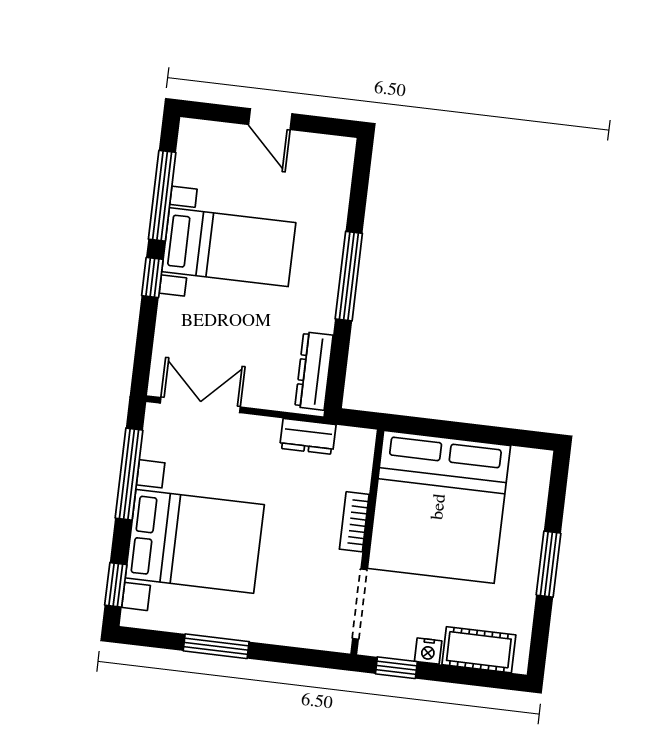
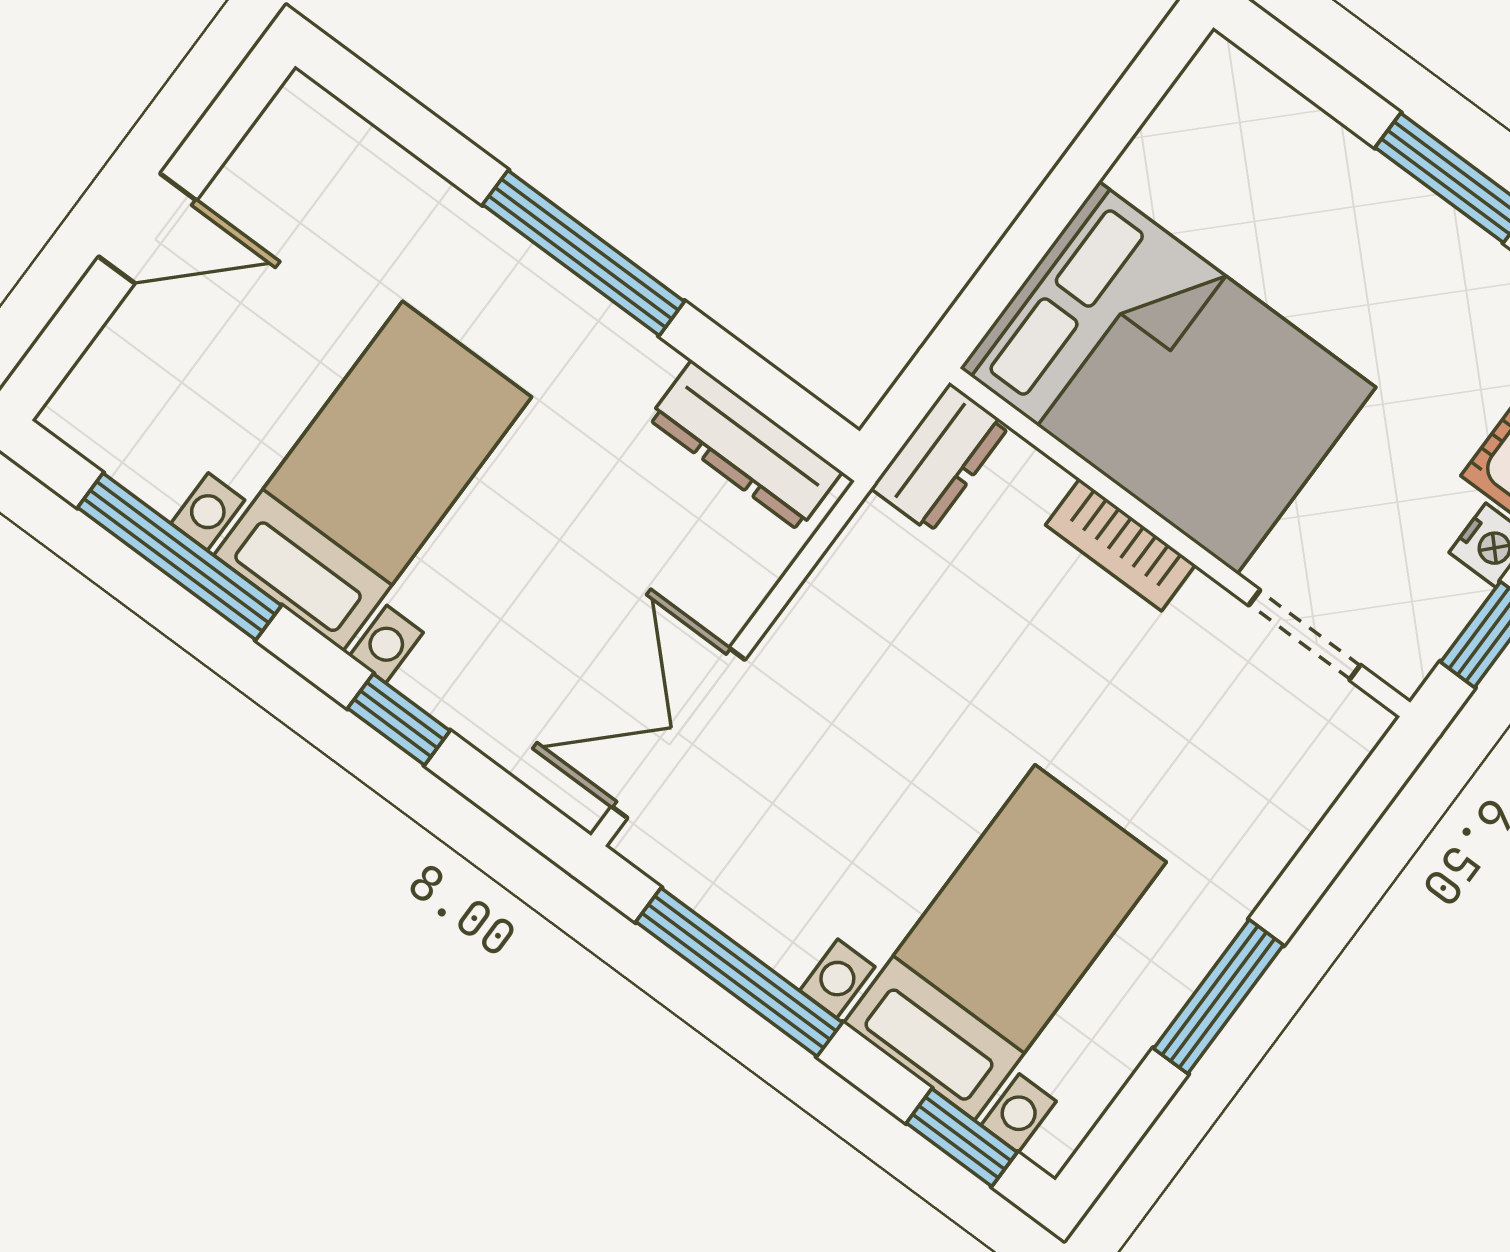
window: (152, 277) -> (399, 719), moved
dresser: (308, 436) -> (940, 458), moved
bed: (439, 507) -> (1168, 378), width x0.73
bed with nightstands: (195, 541) -> (1005, 943), width x0.73
doorway: (360, 604) -> (1305, 635), width x0.73

